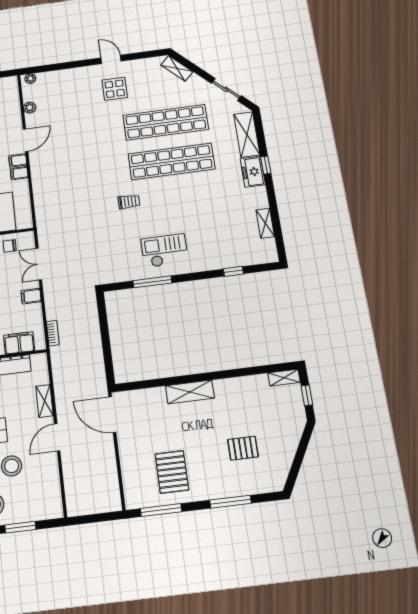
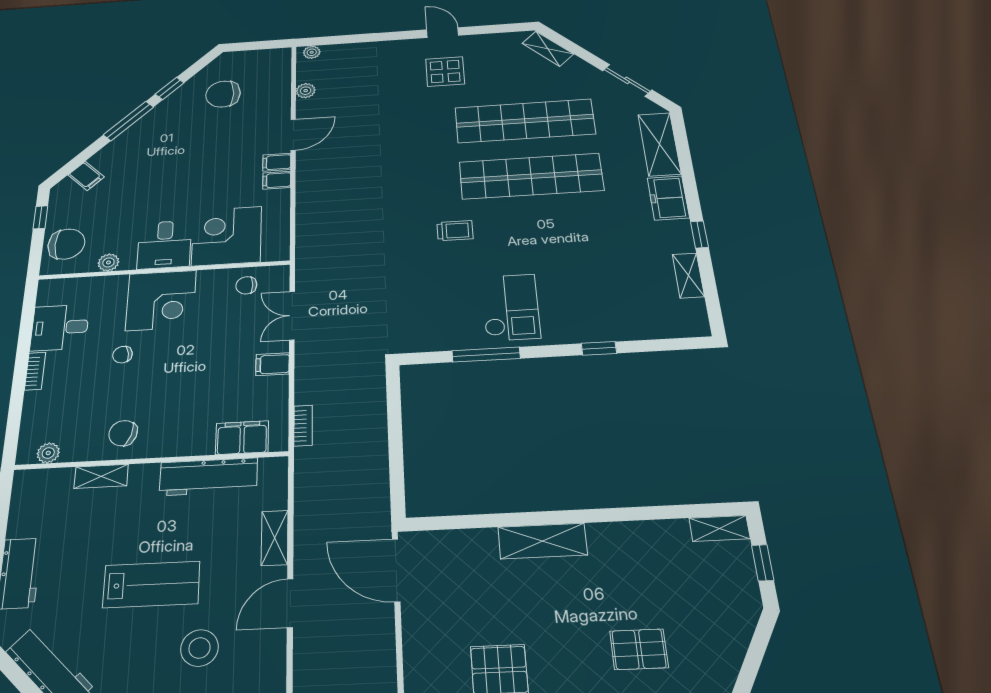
window: (266, 165) -> (699, 234), moved
checkout: (164, 251) -> (511, 307), turned 90
window: (233, 271) -> (599, 348), moved

